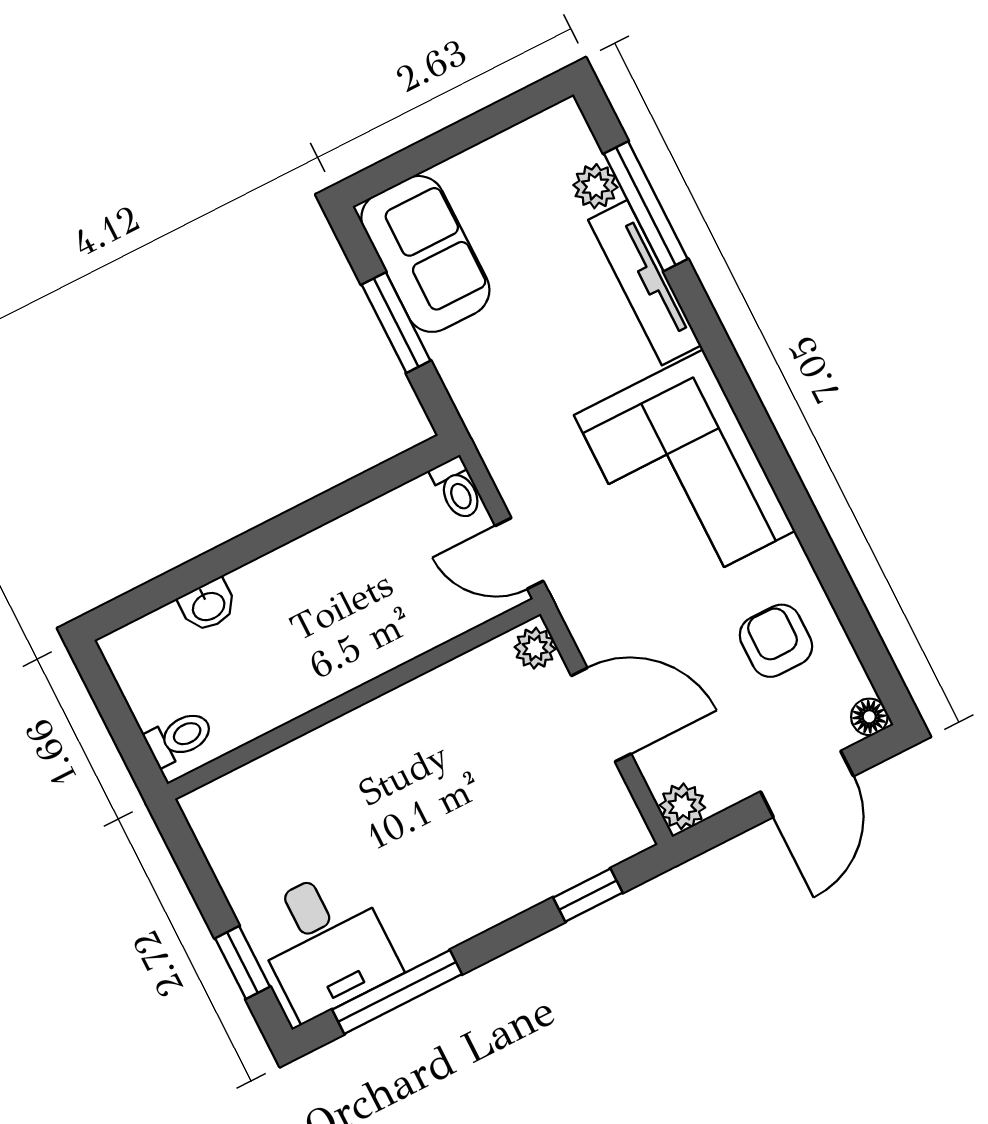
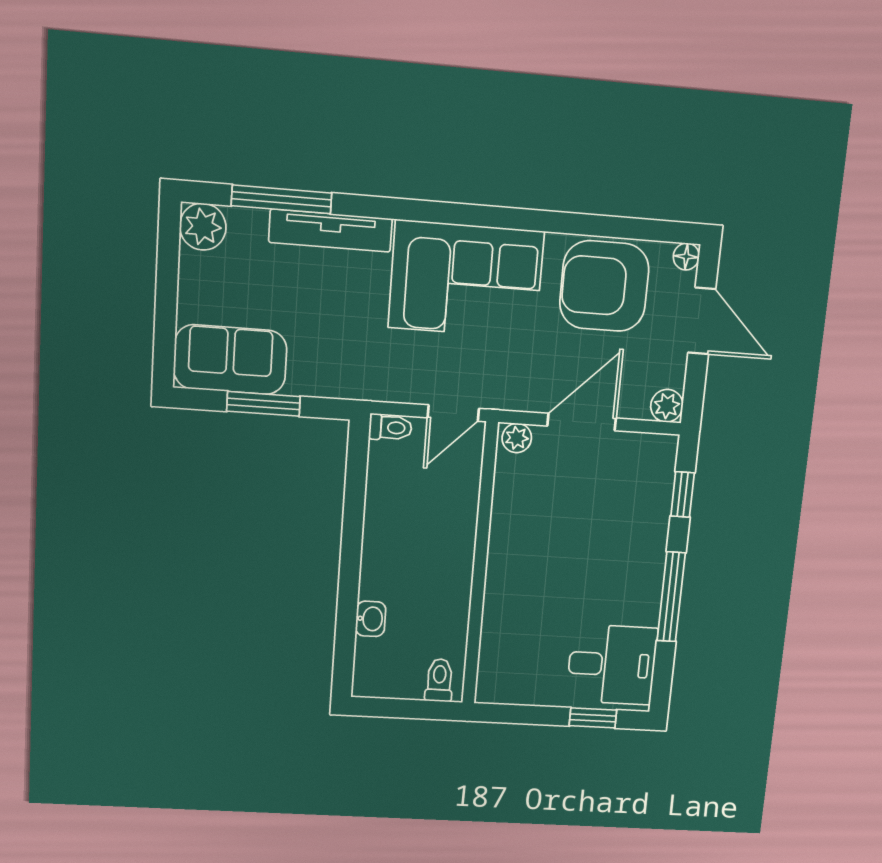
plant: (595, 186) -> (203, 227), moved, width x1.38, depth x1.38
armchair: (776, 641) -> (604, 286), width x1.88, depth x1.88
window: (397, 992) -> (671, 597), moved

